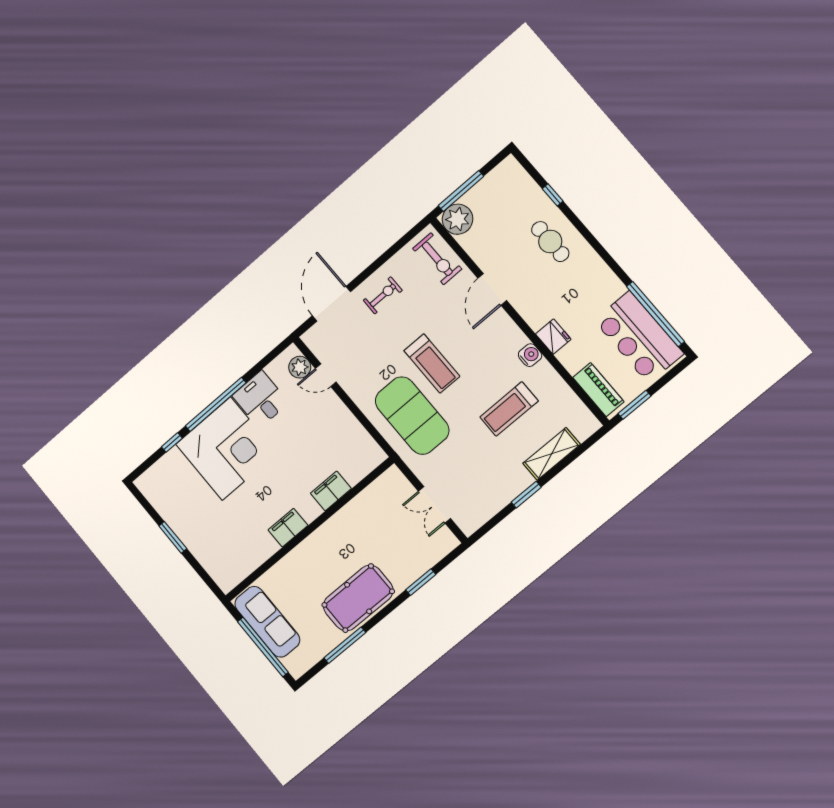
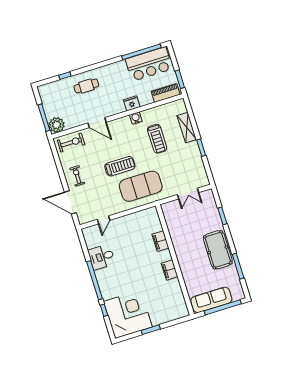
plant: (300, 367) -> (94, 231), removed
corner desk: (226, 449) -> (128, 314), moved

